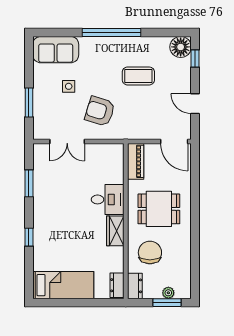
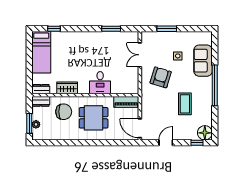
sofa: (56, 50) -> (203, 61), moved
door: (174, 142) -> (140, 128), hinge flipped
dining table: (159, 209) -> (94, 118), turned 90
wardrobe: (115, 231) -> (67, 88), moved
window: (29, 237) -> (54, 29), moved

